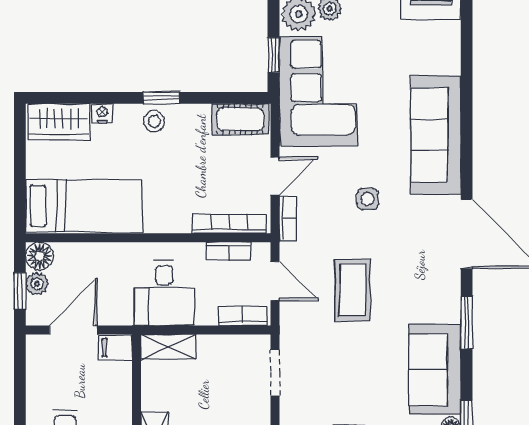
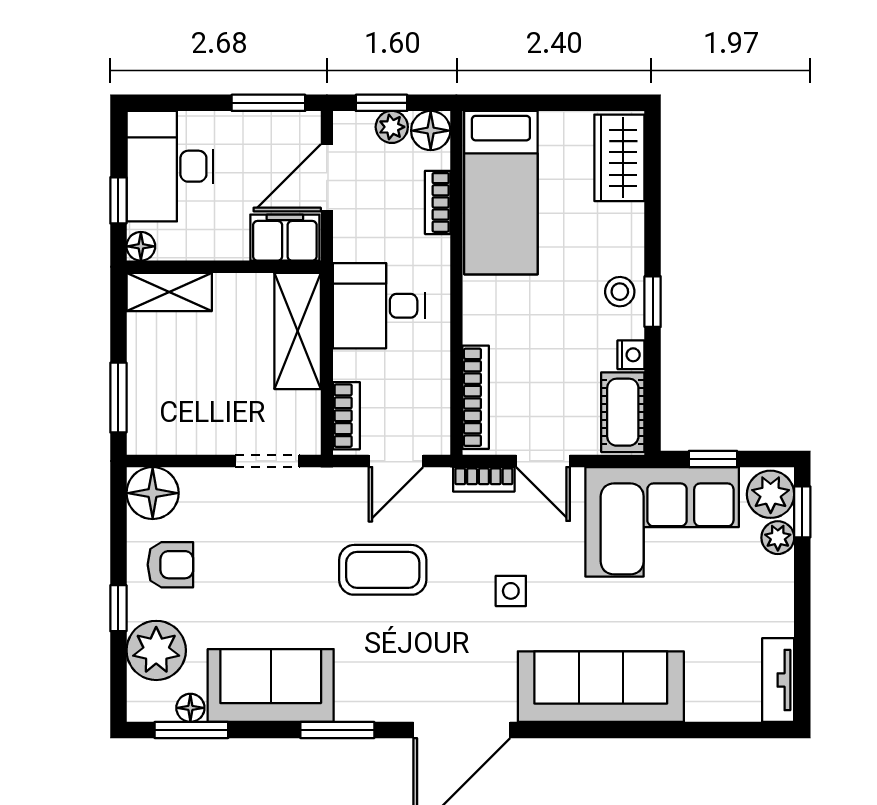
nightstand: (102, 113) -> (631, 355), moved
bookcase: (228, 251) -> (438, 202), moved
door: (73, 330) -> (327, 178), swing flipped
shelving: (168, 347) -> (298, 331), width x1.50, depth x1.33
filing cabinet: (116, 348) -> (285, 238), width x2.00
window: (20, 372) -> (268, 103), added

